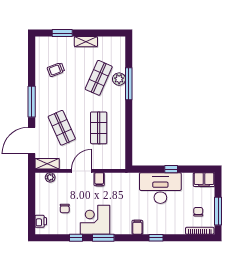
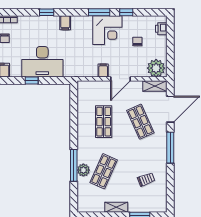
plant: (50, 177) -> (156, 68), width x1.88, depth x1.88

